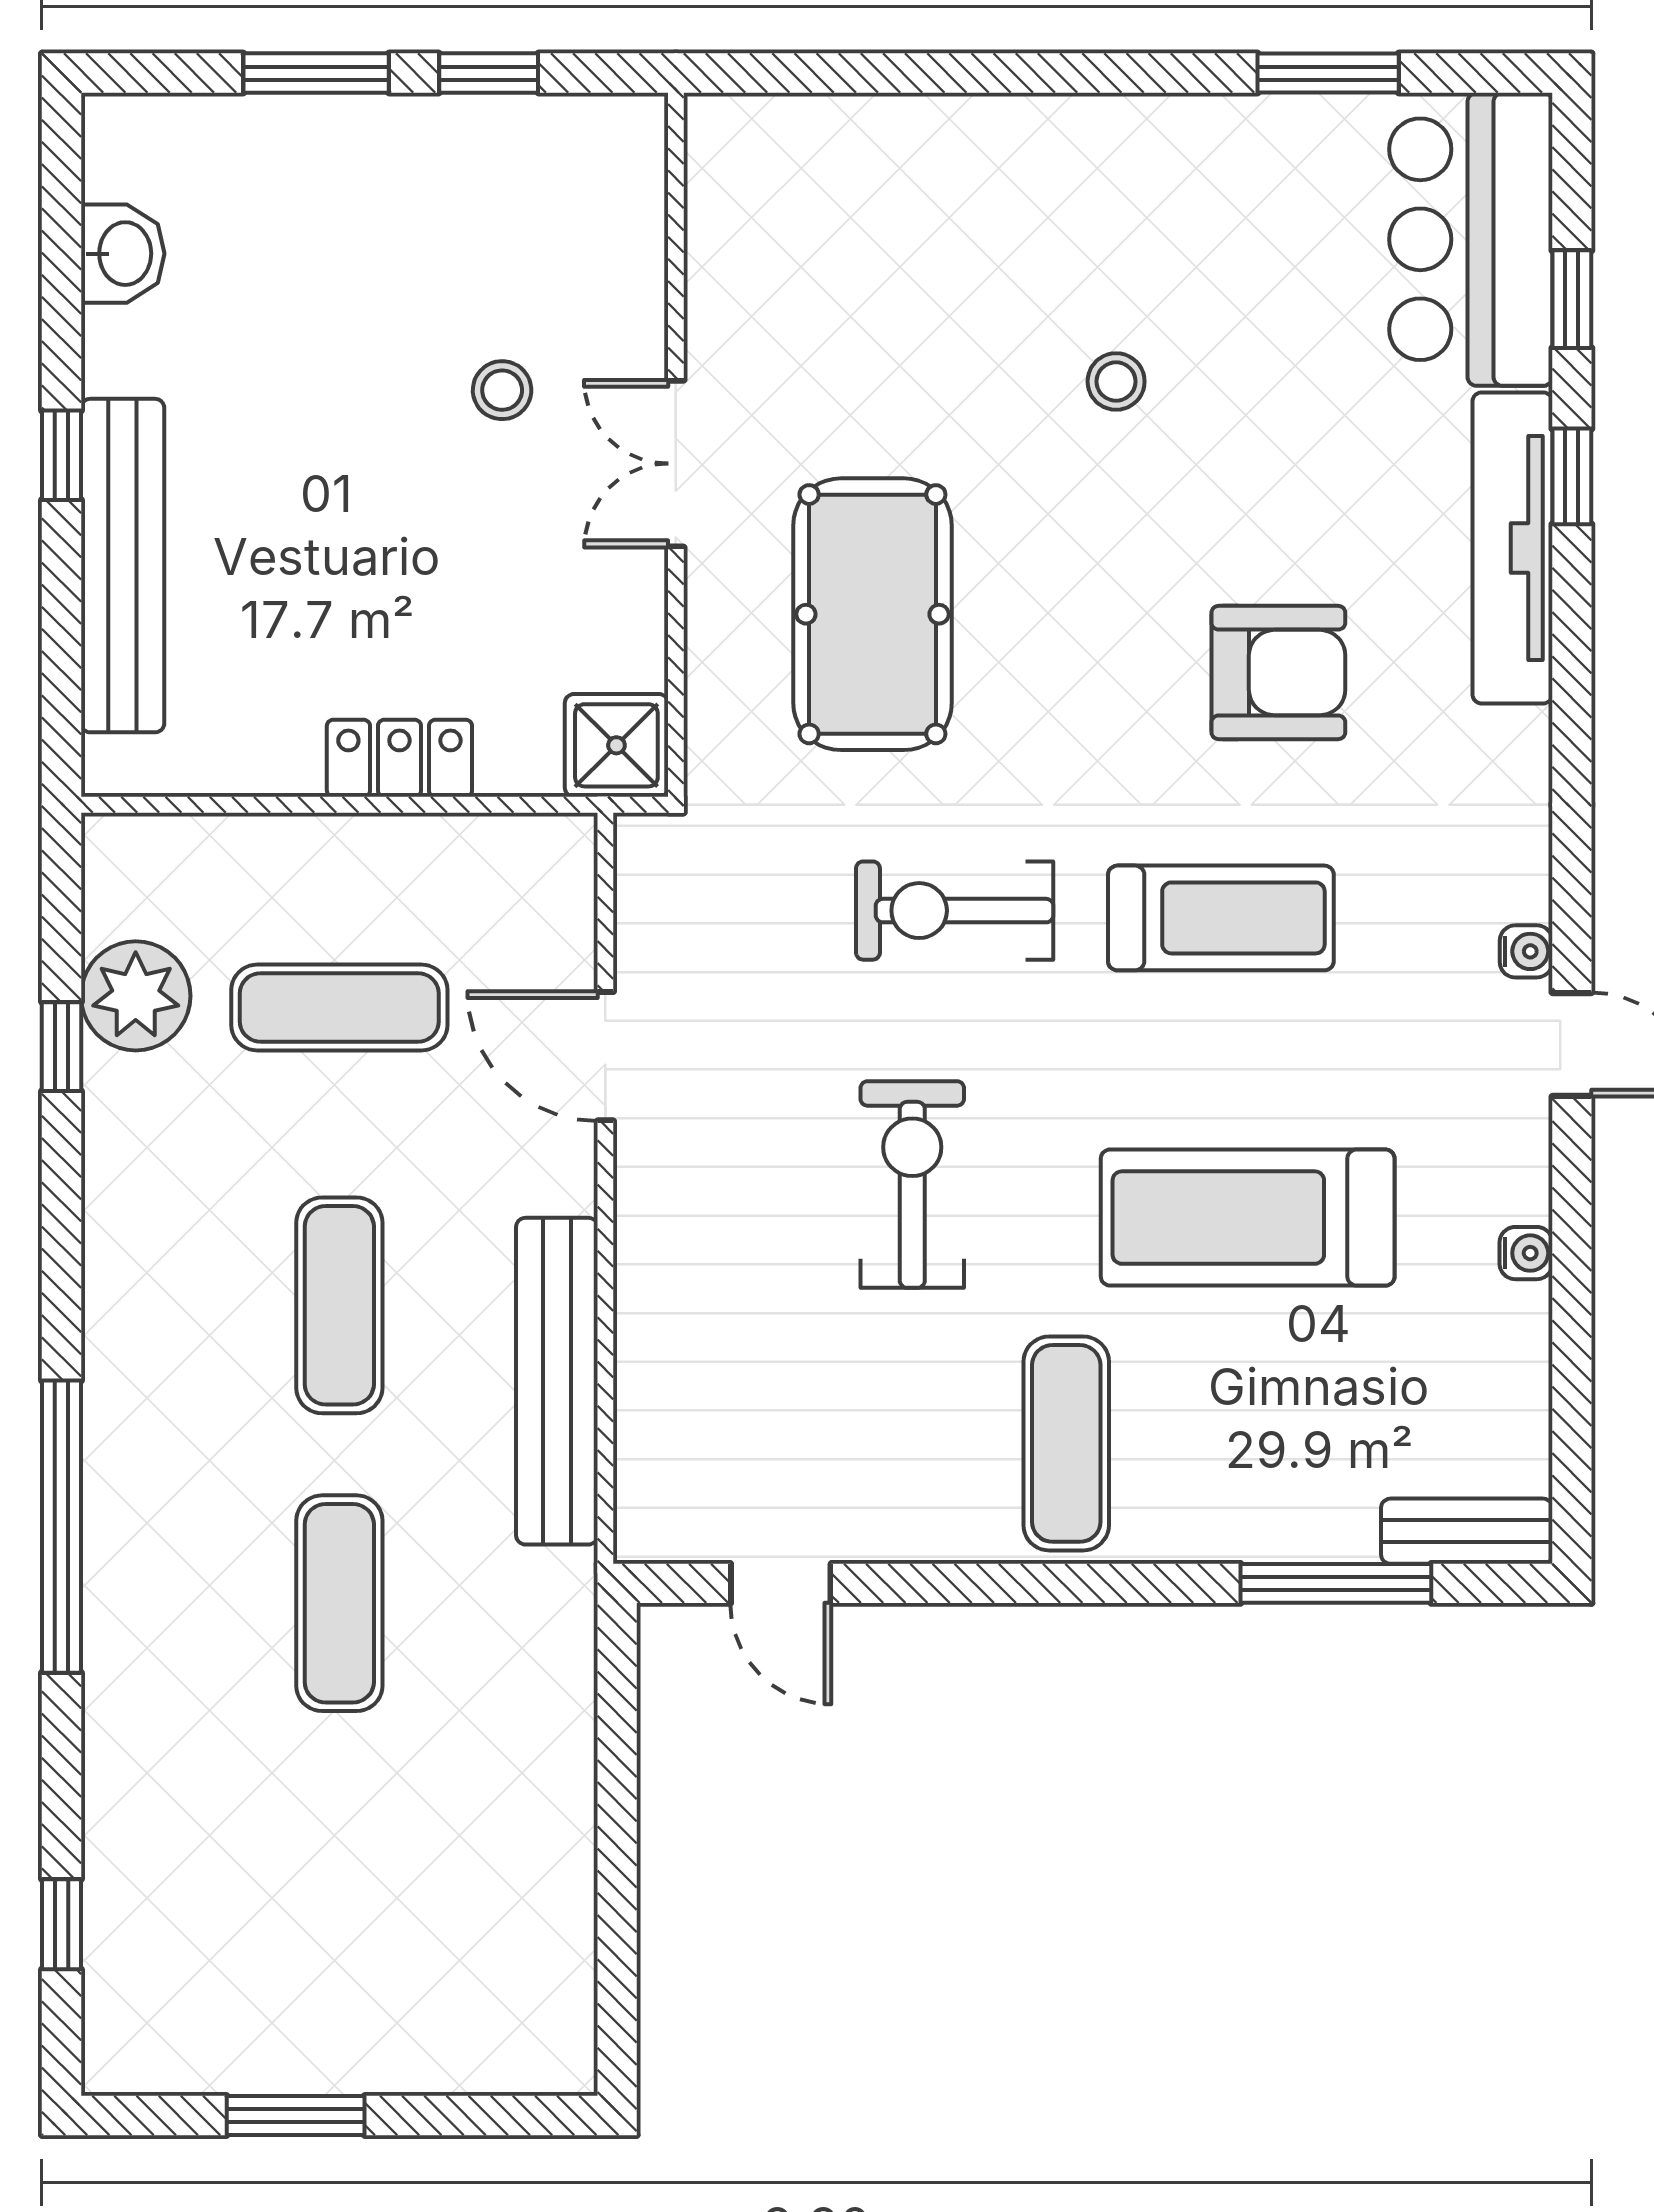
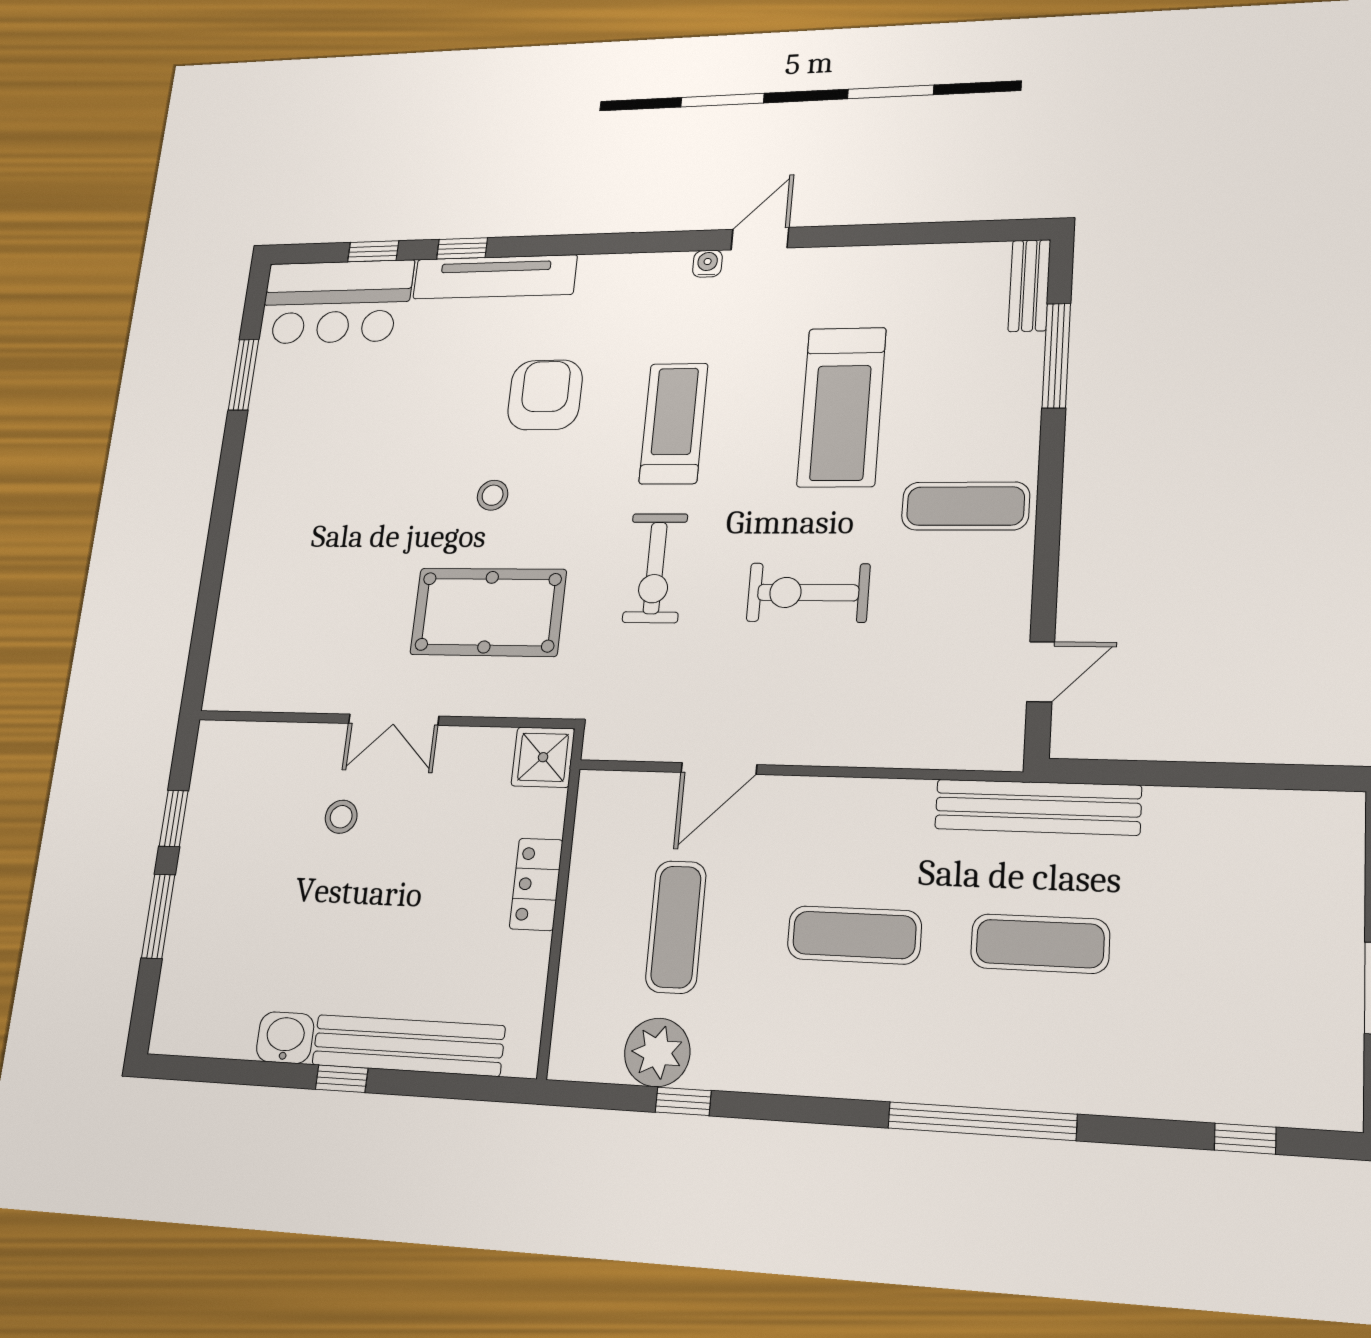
washbasin: (123, 254) -> (285, 1038), moved
stool: (1116, 381) -> (493, 495), moved
water cooler: (1526, 1253) -> (873, 259), removed
bench: (557, 1381) -> (1038, 807), moved

